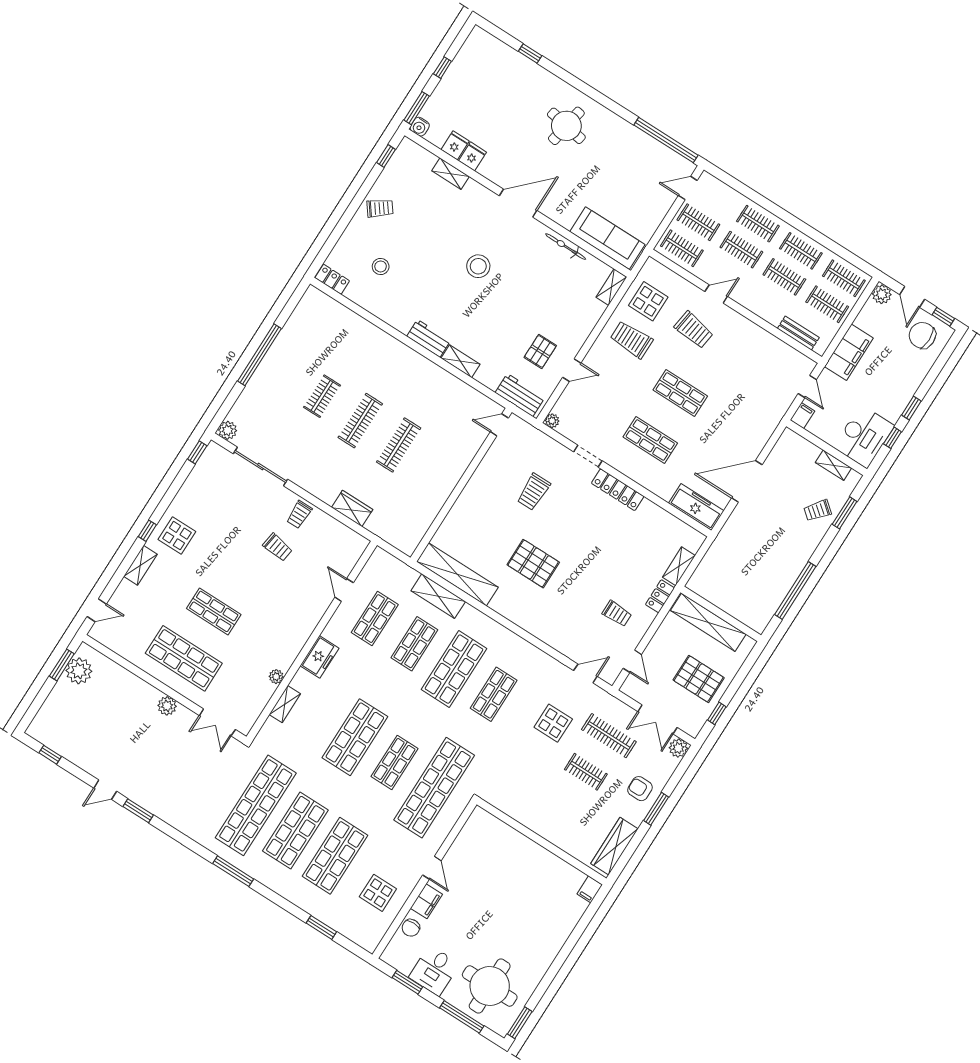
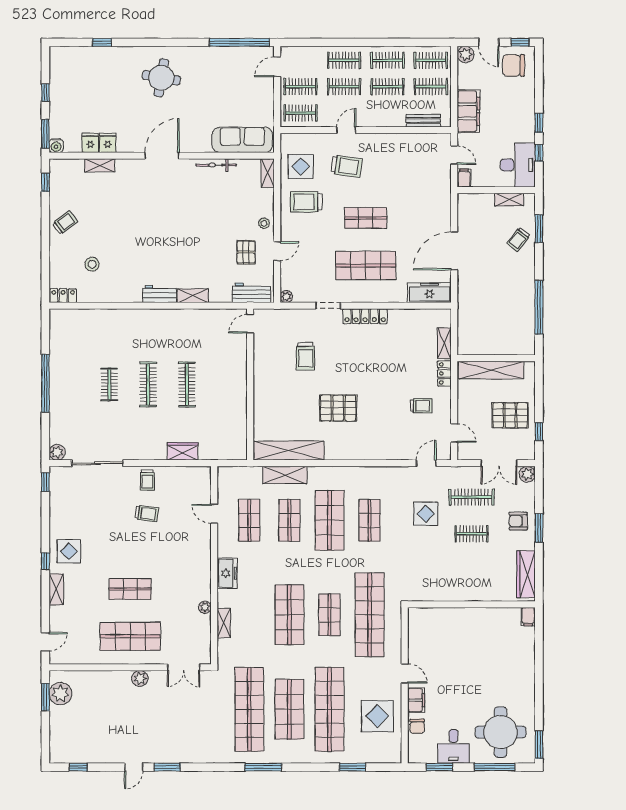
stool: (478, 266) -> (264, 223), moved, width x0.53, depth x0.53
shop shelf: (650, 440) -> (366, 265), width x1.43, depth x1.36
shop shelf: (335, 856) -> (329, 709), width x1.40
display table: (378, 893) -> (377, 716), width x1.36, depth x1.36

